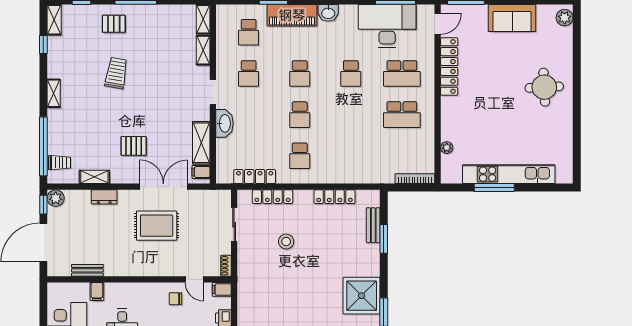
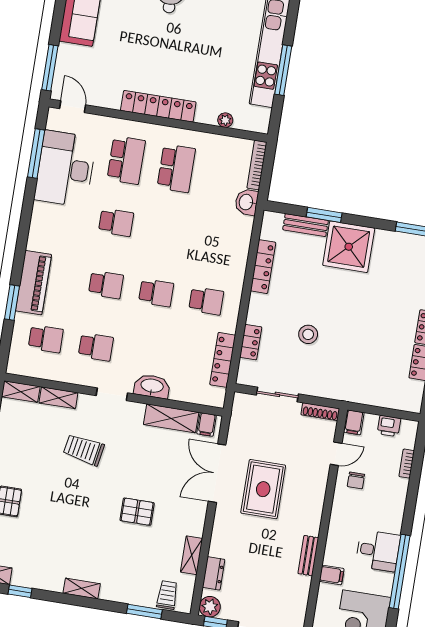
washbasin: (328, 13) -> (247, 202), moved, turned 180
locker: (449, 66) -> (158, 106), moved
trolley: (116, 73) -> (84, 450), moved
window: (43, 146) -> (144, 611), width x0.47
pallet: (134, 146) -> (137, 512), moved, turned 90
dresser: (104, 197) -> (214, 573), moved
locker: (273, 197) -> (251, 342), width x0.66
shoe rack: (226, 266) -> (320, 412), width x1.43
bench: (87, 270) -> (308, 556), moved
shower: (362, 296) -> (349, 247), moved

